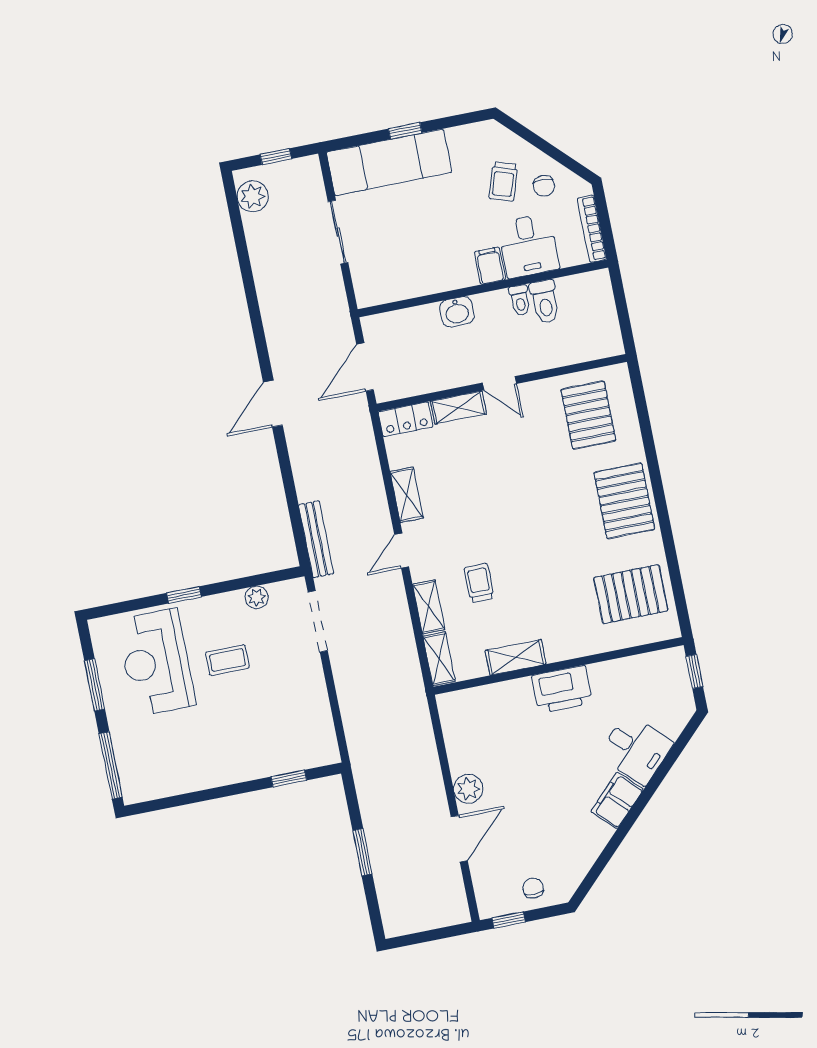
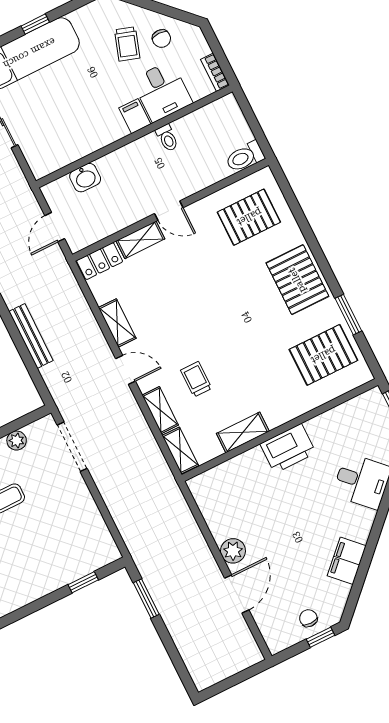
bookcase: (592, 229) -> (215, 72), width x0.64
toilet: (545, 302) -> (245, 157), moved, turned 90
washbasin: (457, 312) -> (85, 178), moved
door: (365, 367) -> (55, 227), width x0.73
pallet: (588, 415) -> (249, 217), turned 90
bench: (316, 539) -> (31, 336), moved
door: (402, 551) -> (125, 370), swing flipped
window: (671, 556) -> (348, 315), added
filing cabinet: (617, 800) -> (347, 561), moved
window: (362, 852) -> (146, 598), moved
window: (509, 920) -> (320, 637), moved

